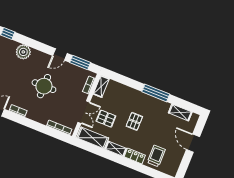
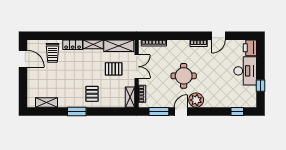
plant: (23, 52) -> (196, 100), moved
window: (156, 93) -> (77, 111), width x0.69
double door: (84, 112) -> (137, 67), swing flipped
pallet: (134, 121) -> (92, 94), moved
door: (193, 143) -> (23, 59), moved

